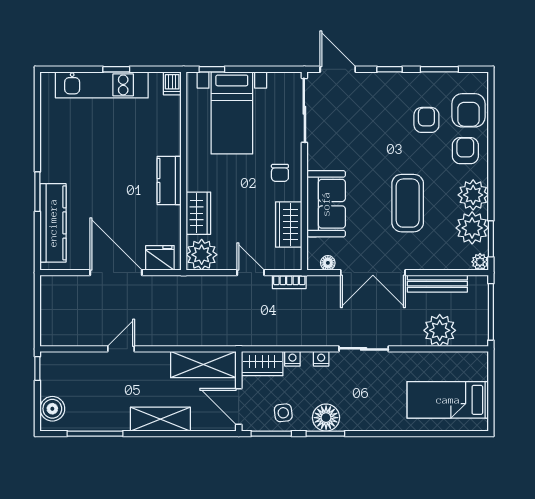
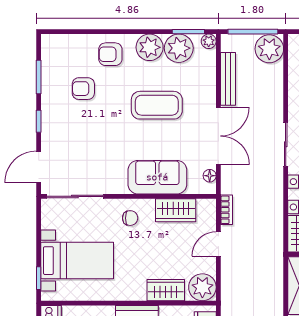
armchair: (468, 110) -> (75, 51), removed
plant: (440, 330) -> (269, 49), moved

